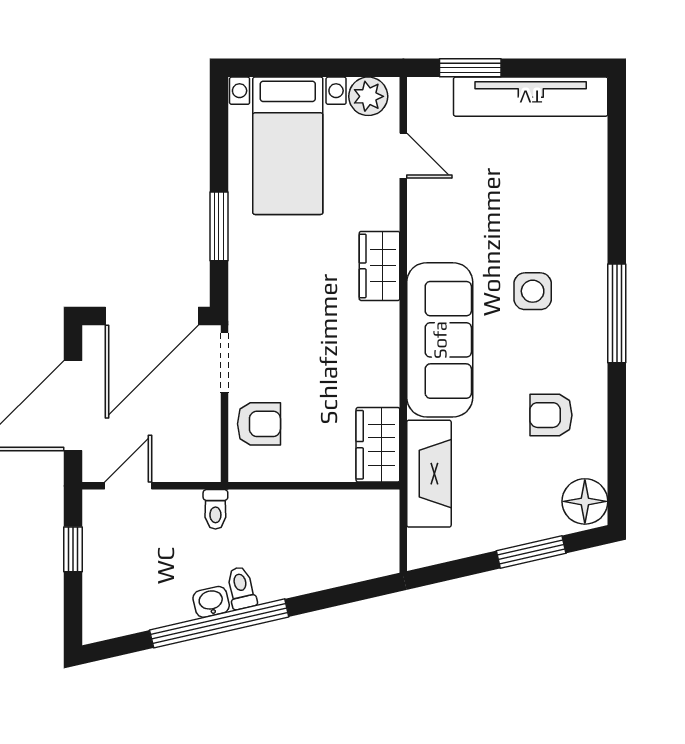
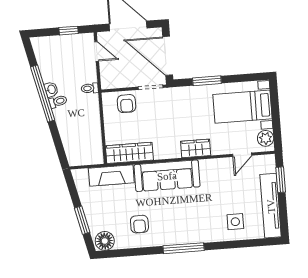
side table: (533, 291) -> (235, 222), moved
armchair: (551, 415) -> (139, 224), turned 180
wardrobe: (378, 445) -> (129, 153), width x1.50

